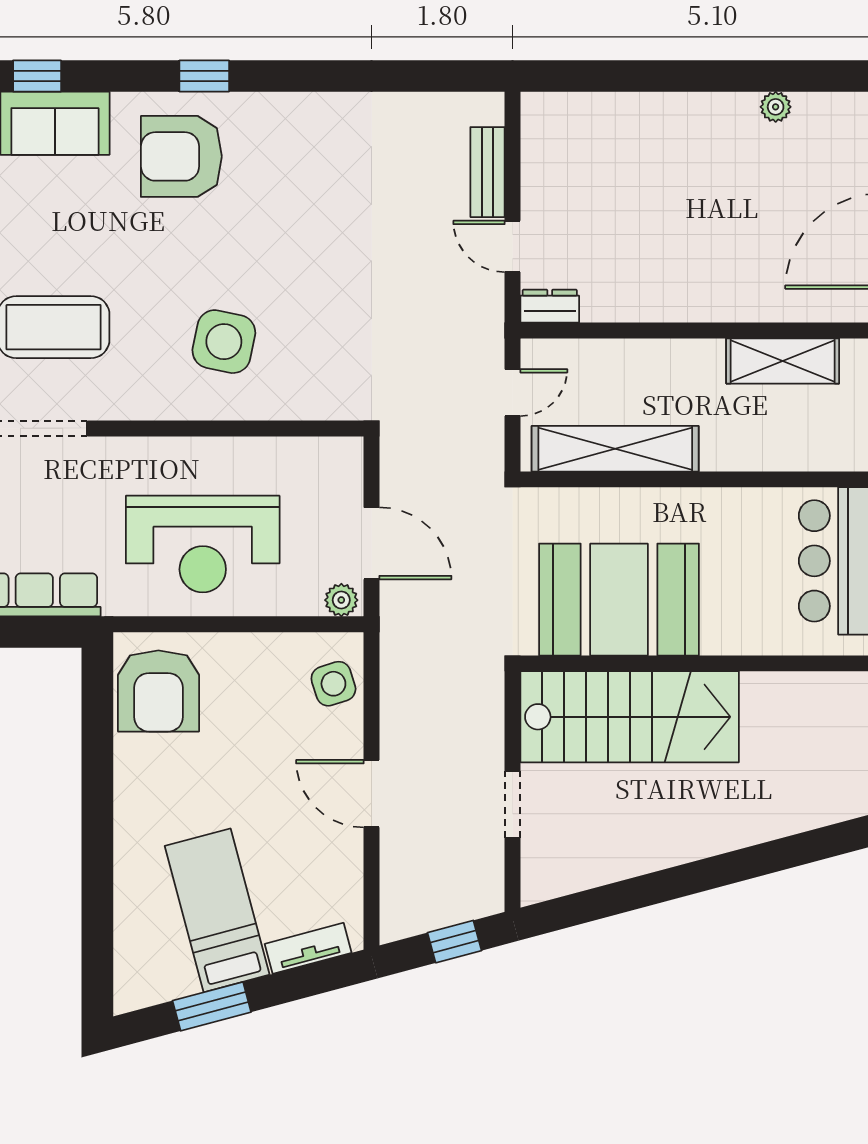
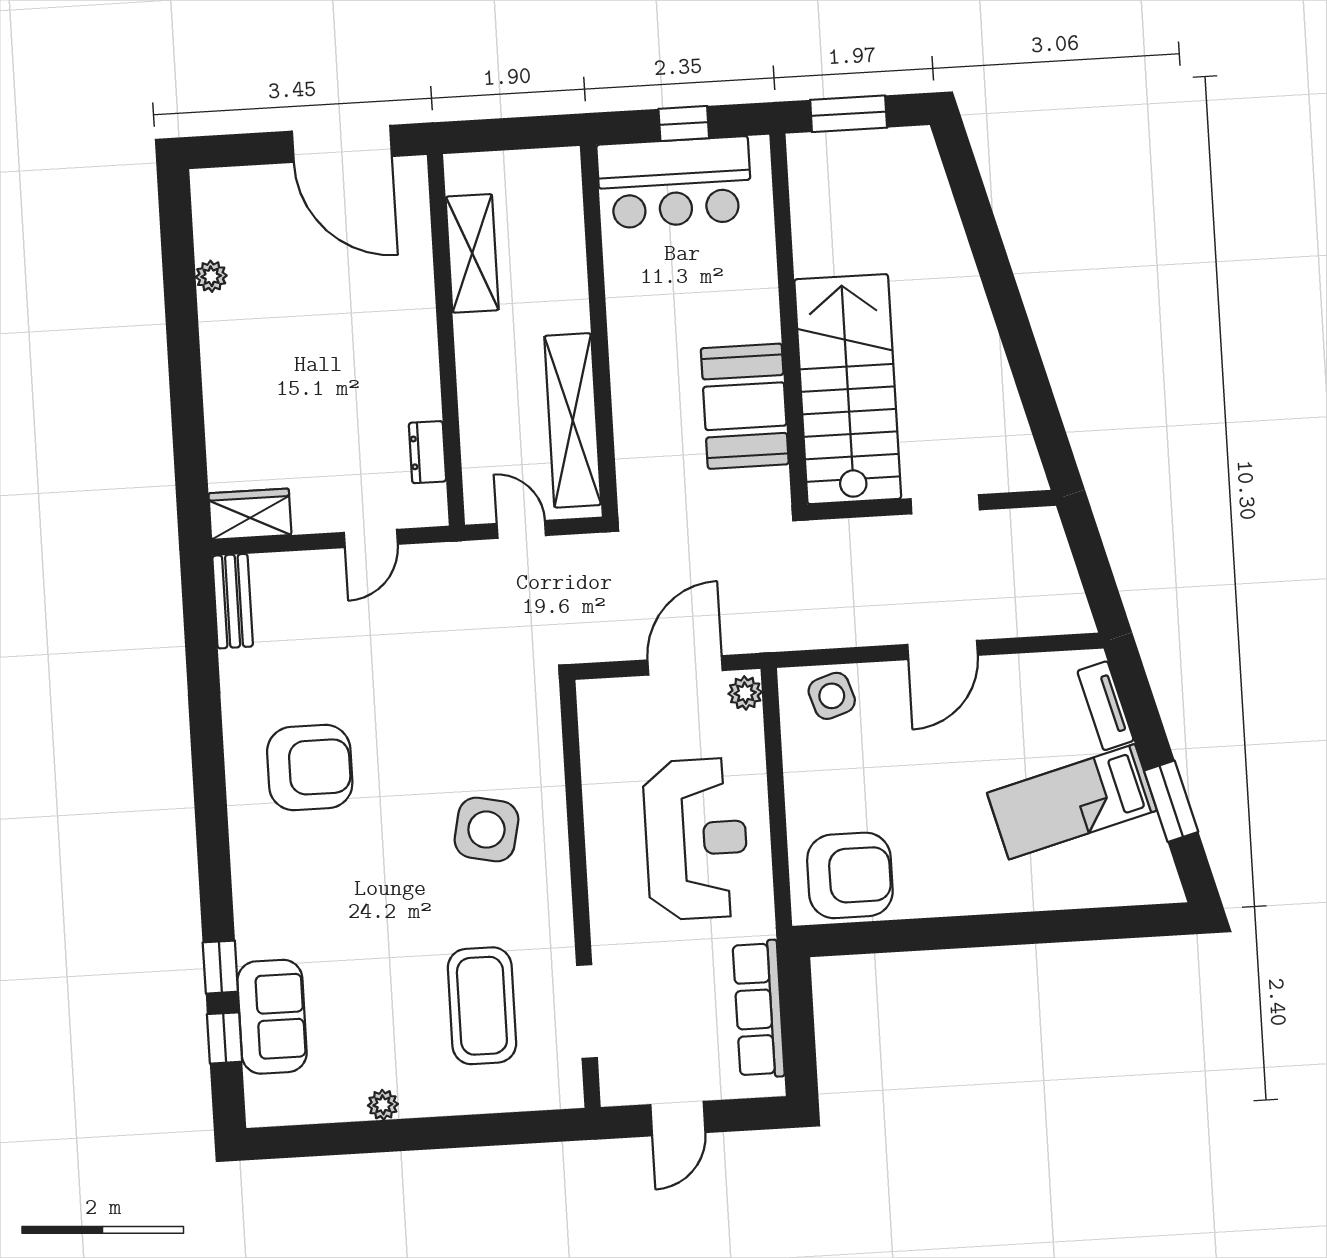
window: (204, 76) -> (220, 967), moved
wardrobe: (543, 131) -> (250, 514), added
armchair: (181, 156) -> (310, 768), moved, turned -90
bench: (487, 172) -> (233, 601), moved, turned 90
dresser: (550, 306) -> (427, 452), moved
booth: (619, 600) -> (745, 406), width x0.73, depth x0.70
window: (455, 942) -> (1090, 556), removed

